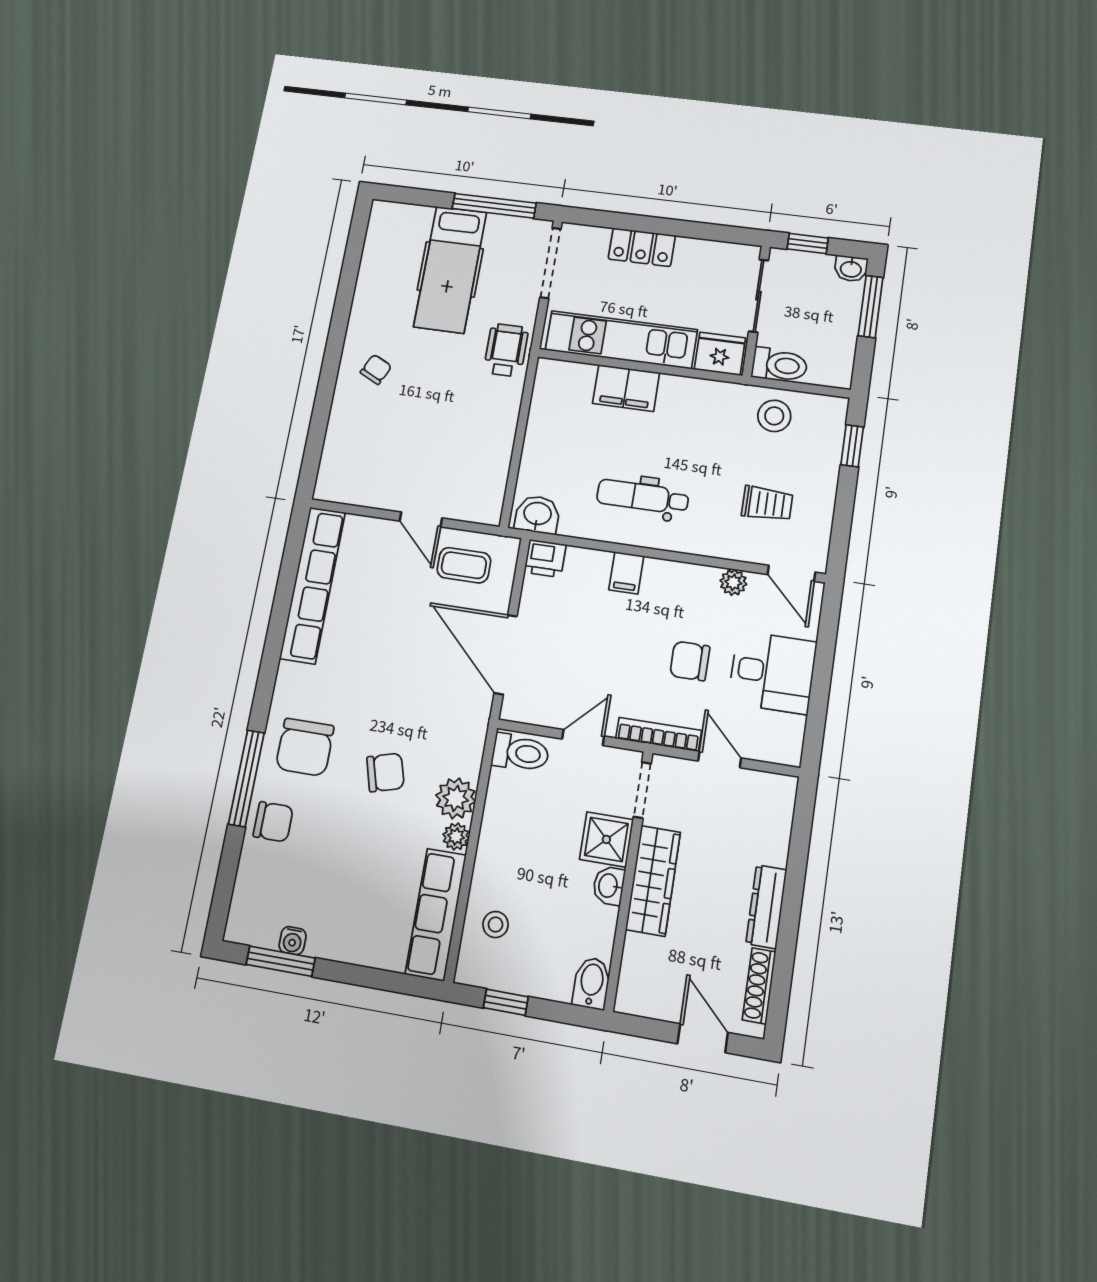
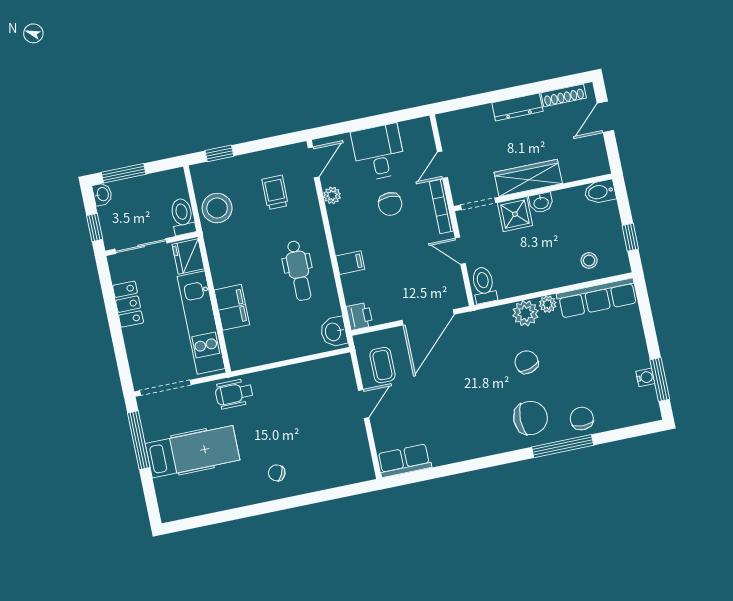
locker: (642, 247) -> (128, 304), moved
stool: (774, 416) -> (217, 208), width x1.38, depth x1.38
row of seats: (313, 585) -> (404, 461), width x0.50

